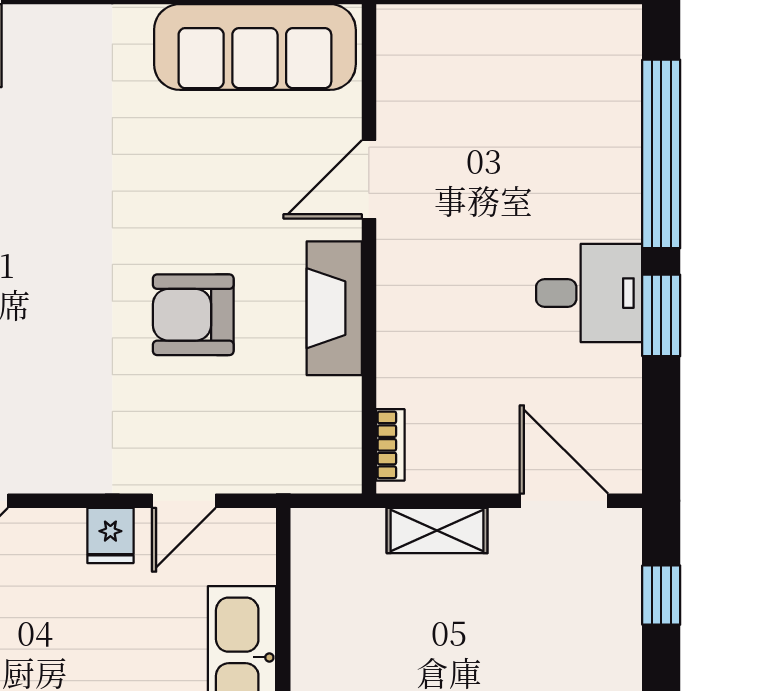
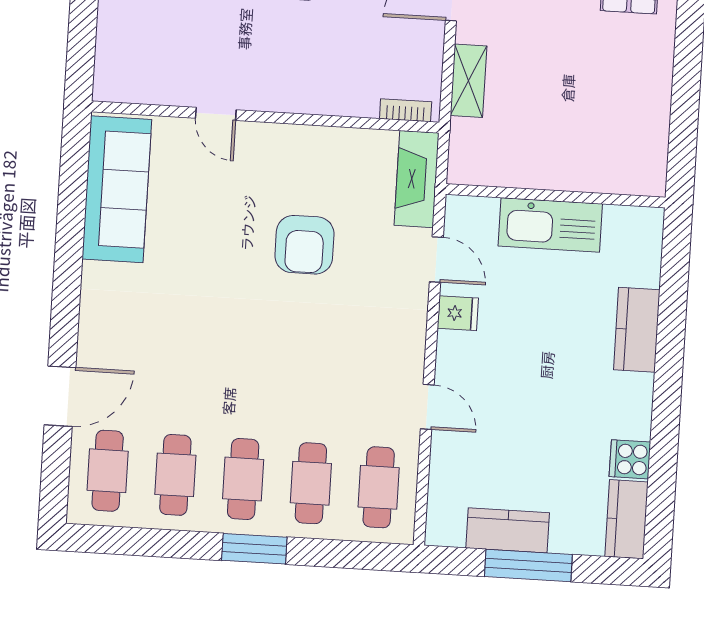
door: (369, 179) -> (216, 114), width x0.73
fireplace: (334, 308) -> (417, 179), moved, turned 90

